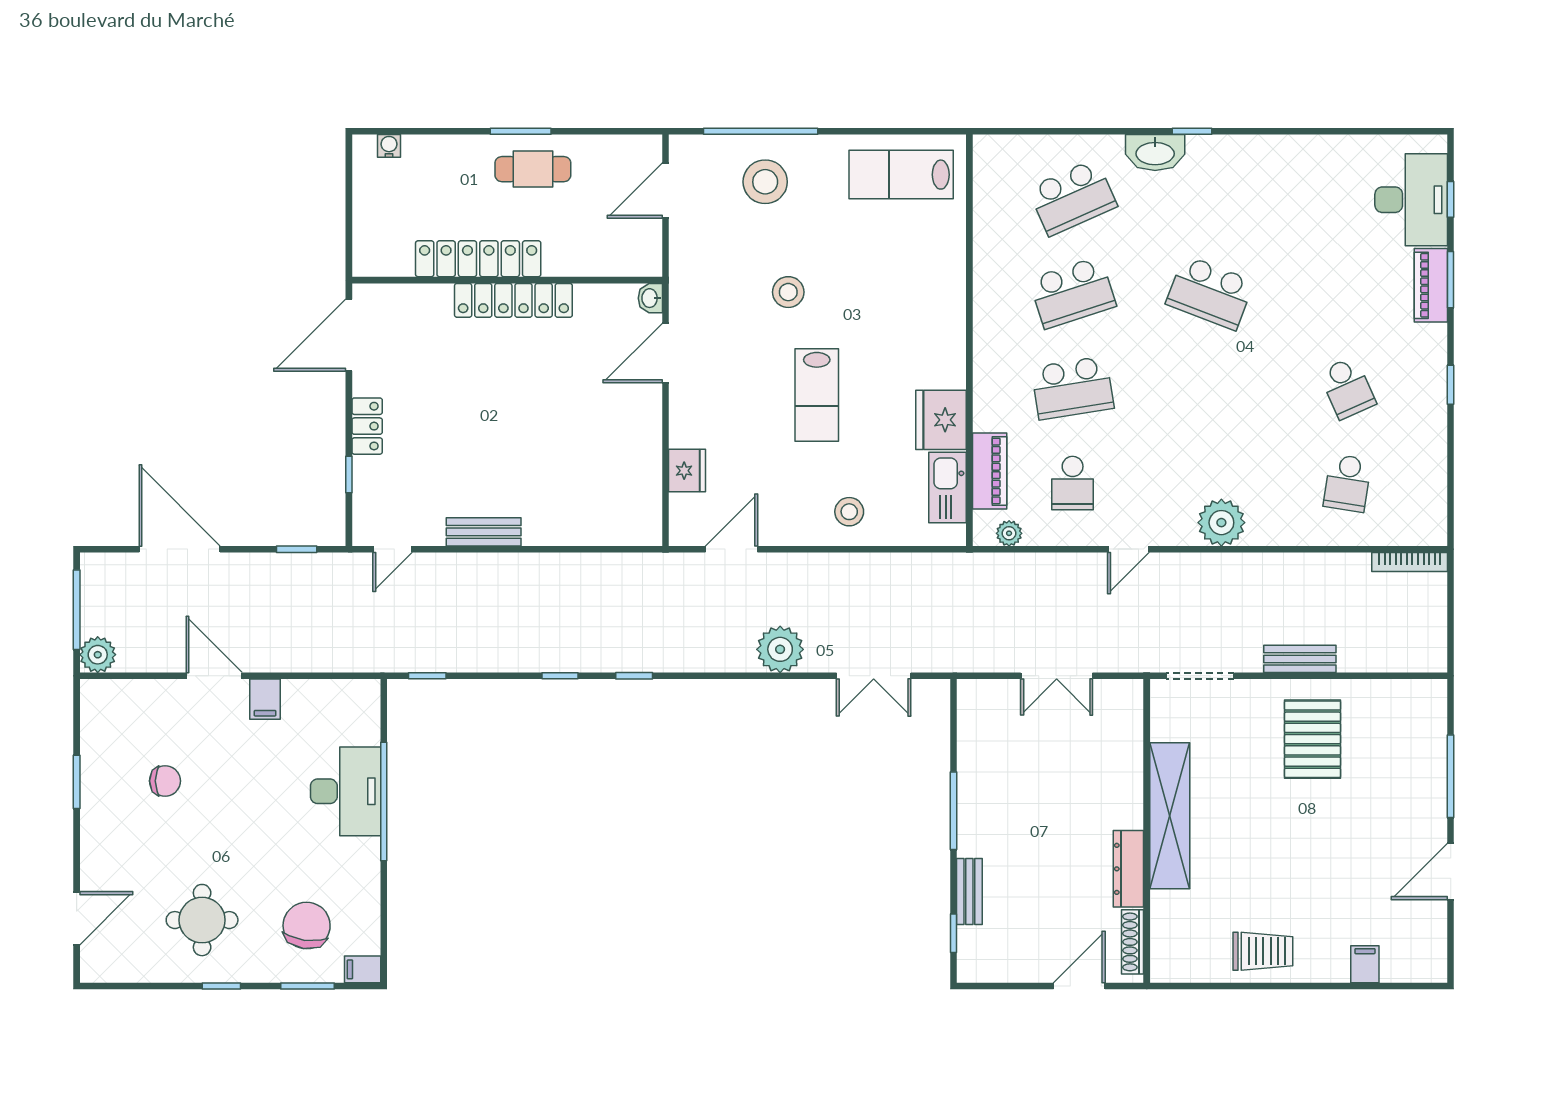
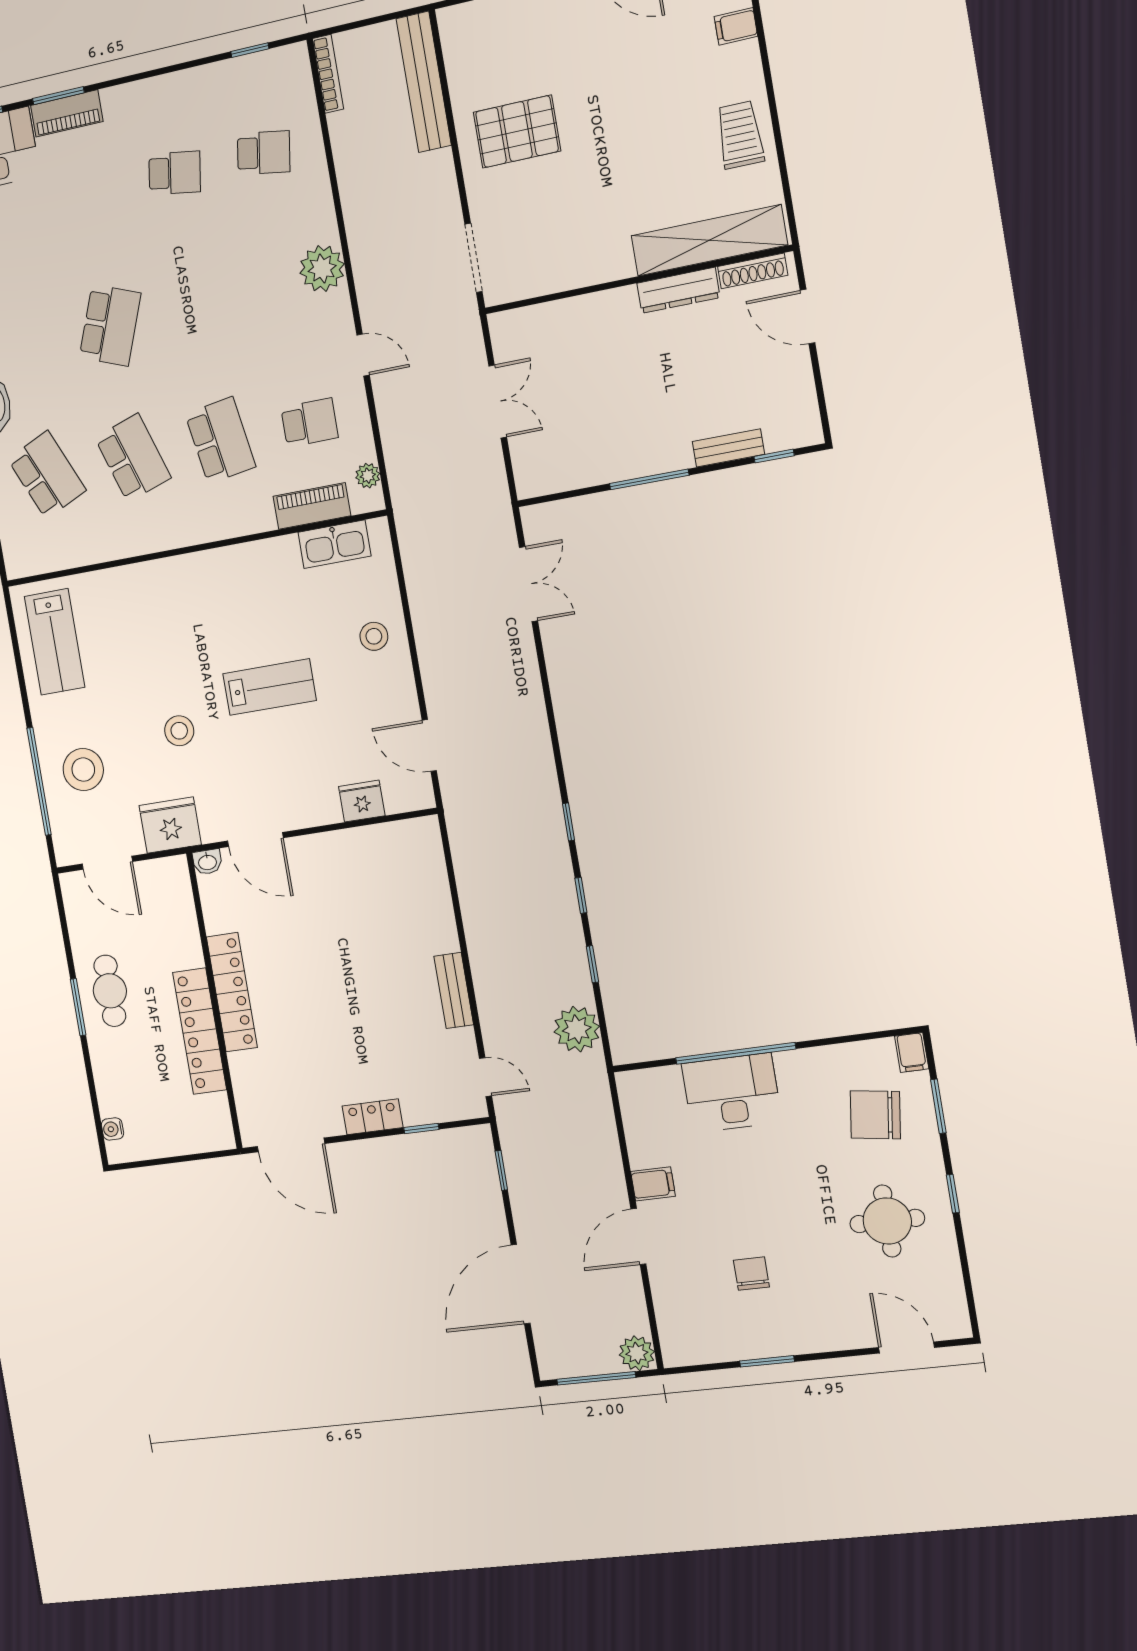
window: (1451, 385) -> (250, 50), moved
school desk: (1347, 388) -> (175, 173), turned 33
fridge: (941, 420) -> (170, 825), moved, turned 180
plant: (780, 649) -> (577, 1029), moved
bench: (1300, 659) -> (424, 82), moved, width x1.86, depth x1.21
window: (427, 676) -> (592, 964), moved
shelving: (1170, 816) -> (709, 240), moved

